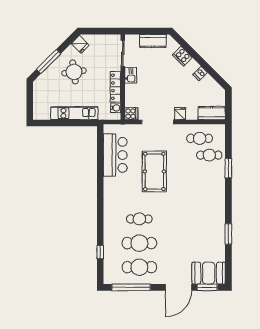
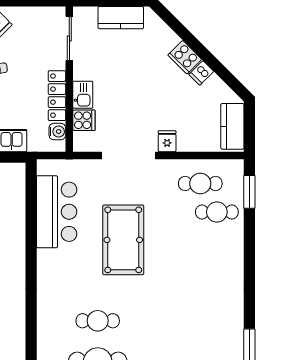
cooker: (182, 56) -> (185, 57), moved
kitchen sink: (131, 75) -> (83, 95), moved
kitchen counter: (212, 113) -> (232, 126), moved, turned -90
cooker: (131, 114) -> (84, 120), moved
window: (228, 168) -> (249, 192), moved

